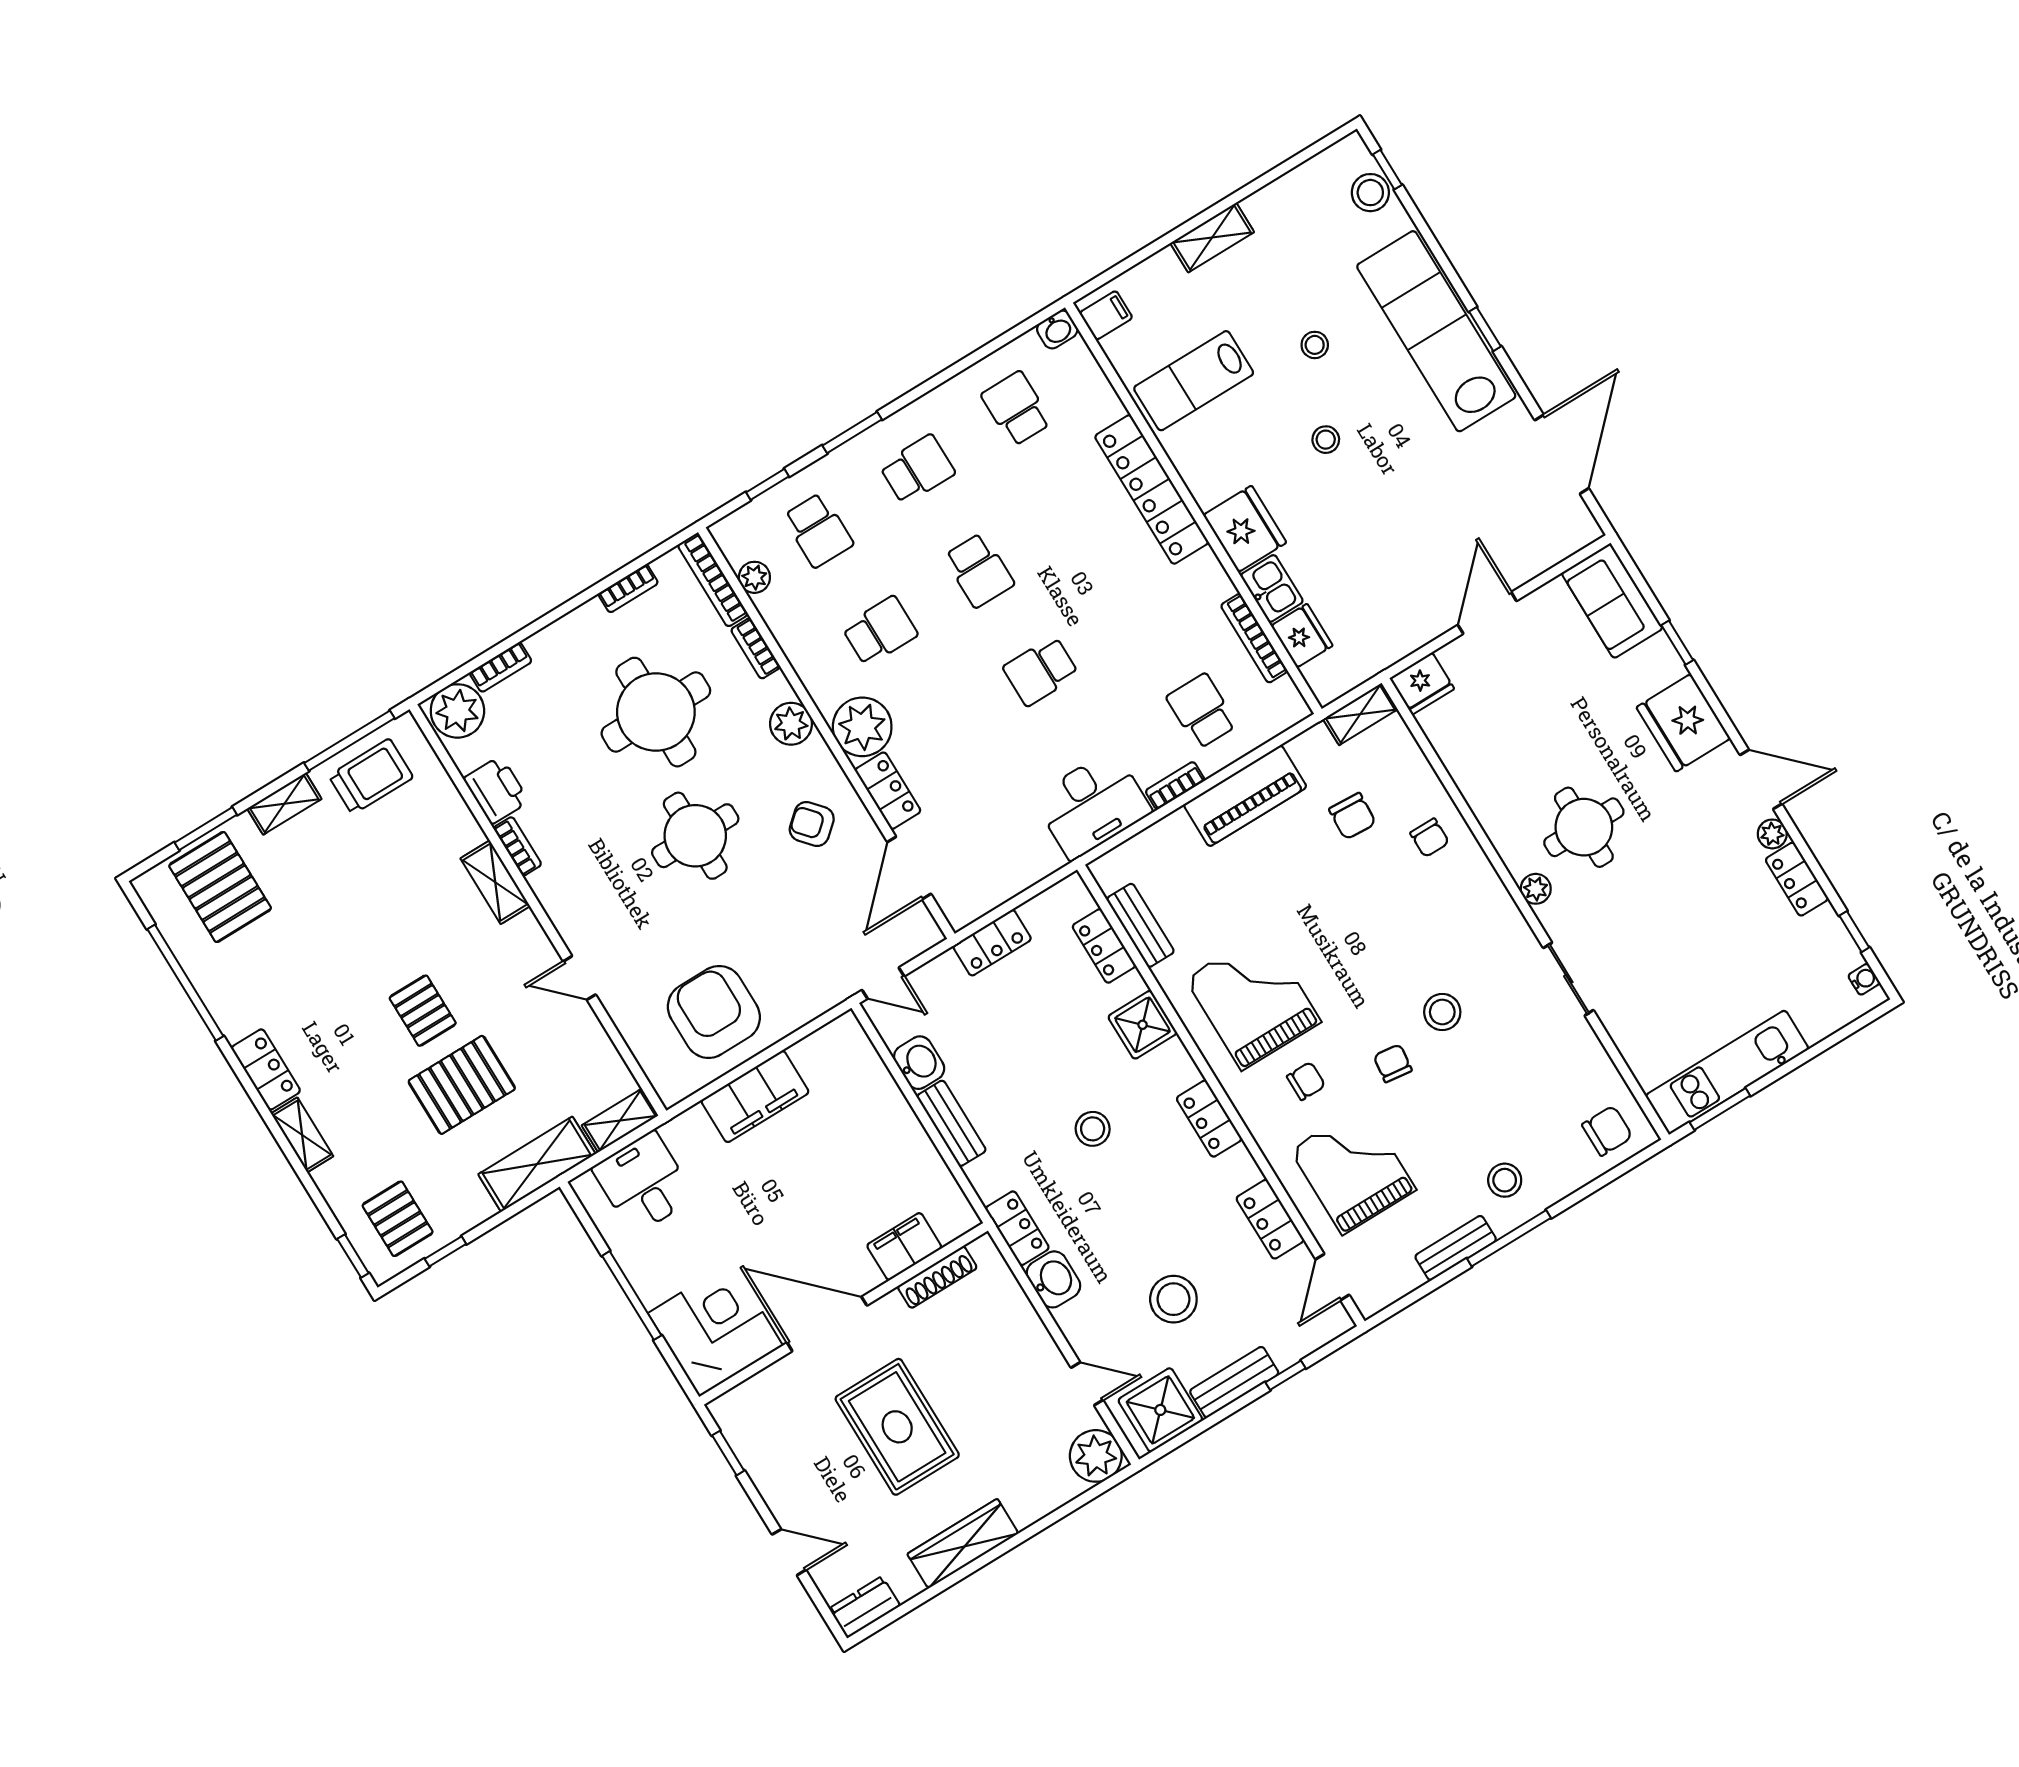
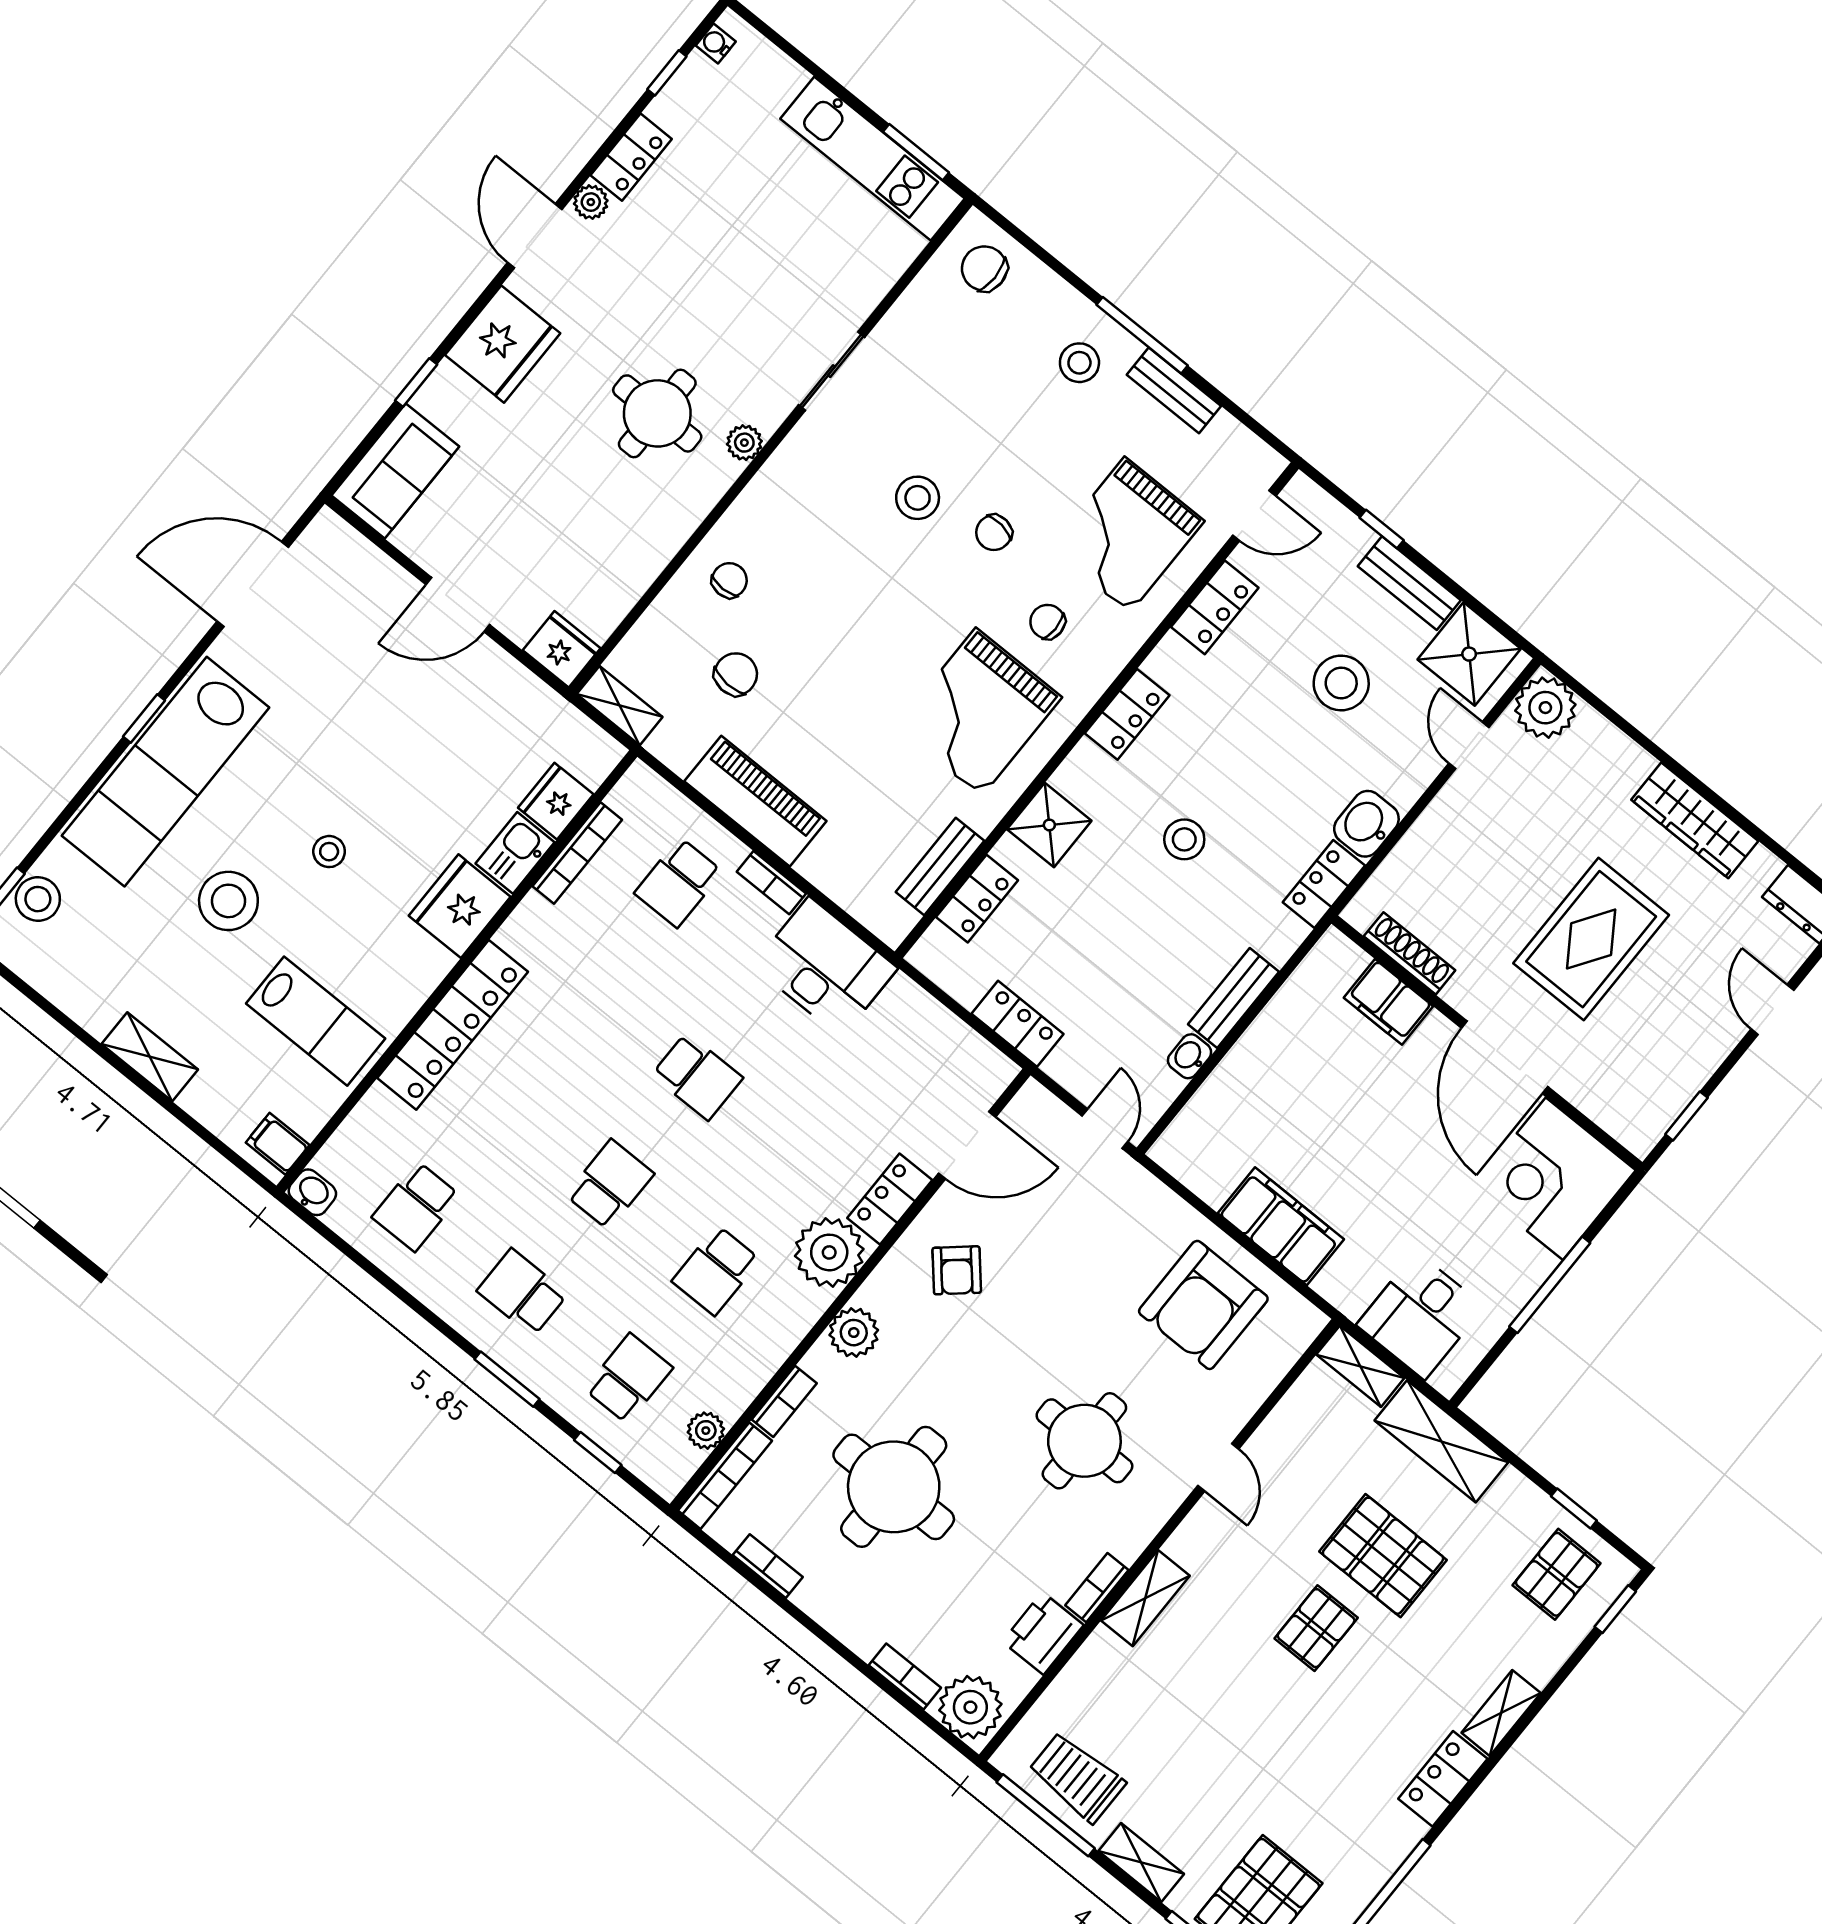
stool: (1315, 345) -> (228, 901), width x1.89, depth x1.89
school desk: (880, 631) -> (716, 1270), turned -90
round table: (695, 836) -> (1084, 1441), moved
washbasin: (919, 1063) -> (1190, 1056), width x0.72, depth x0.69

